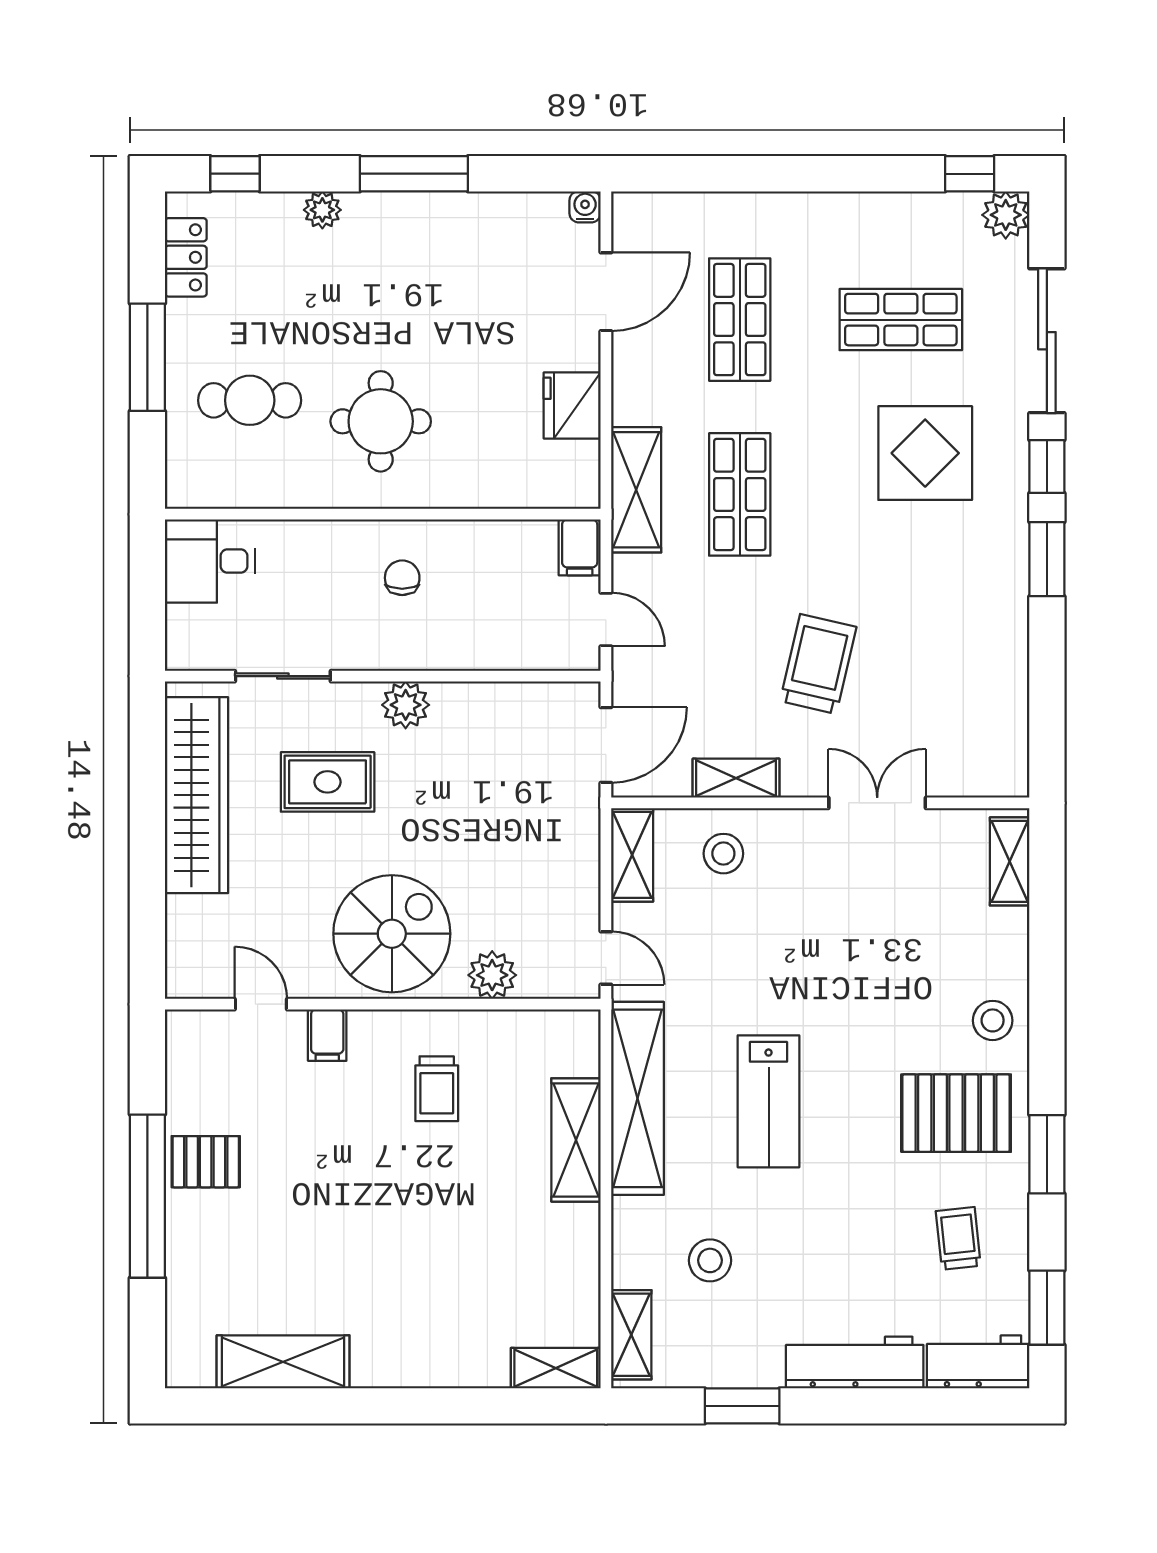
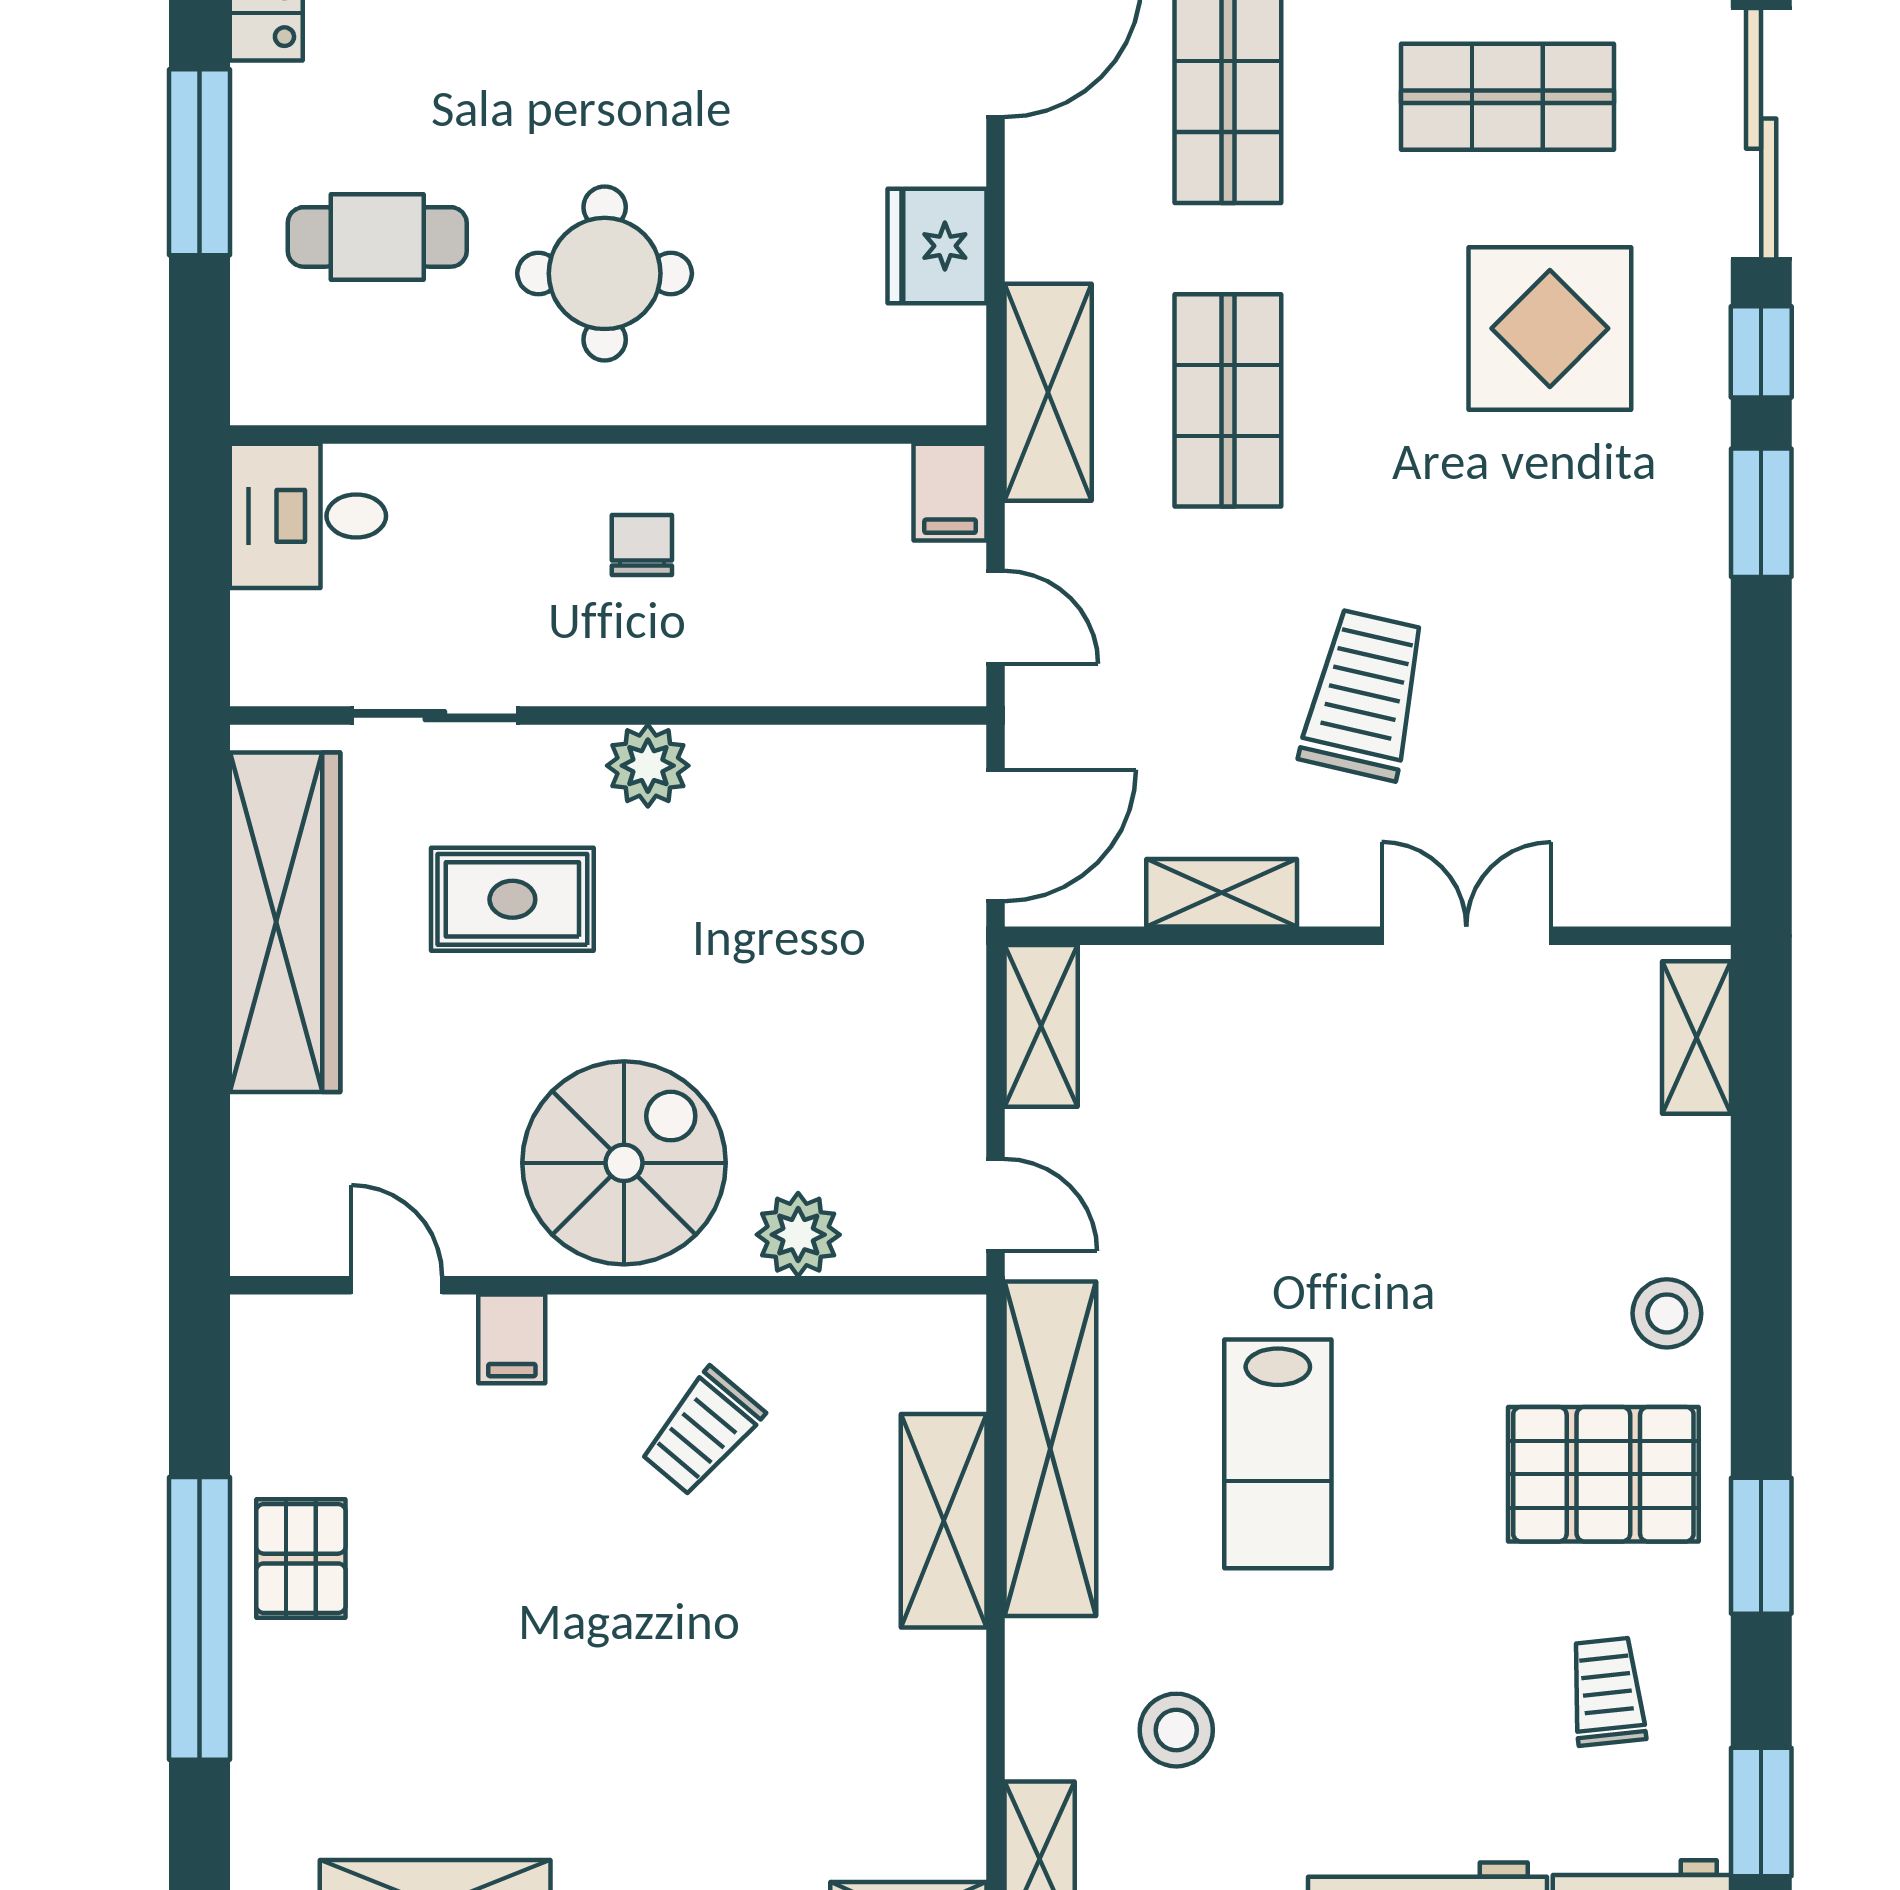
stool: (723, 854) -> (1200, 1024), removed
trolley: (437, 1089) -> (702, 1432), turned 40
pallet: (206, 1162) -> (301, 1559), turned 90

